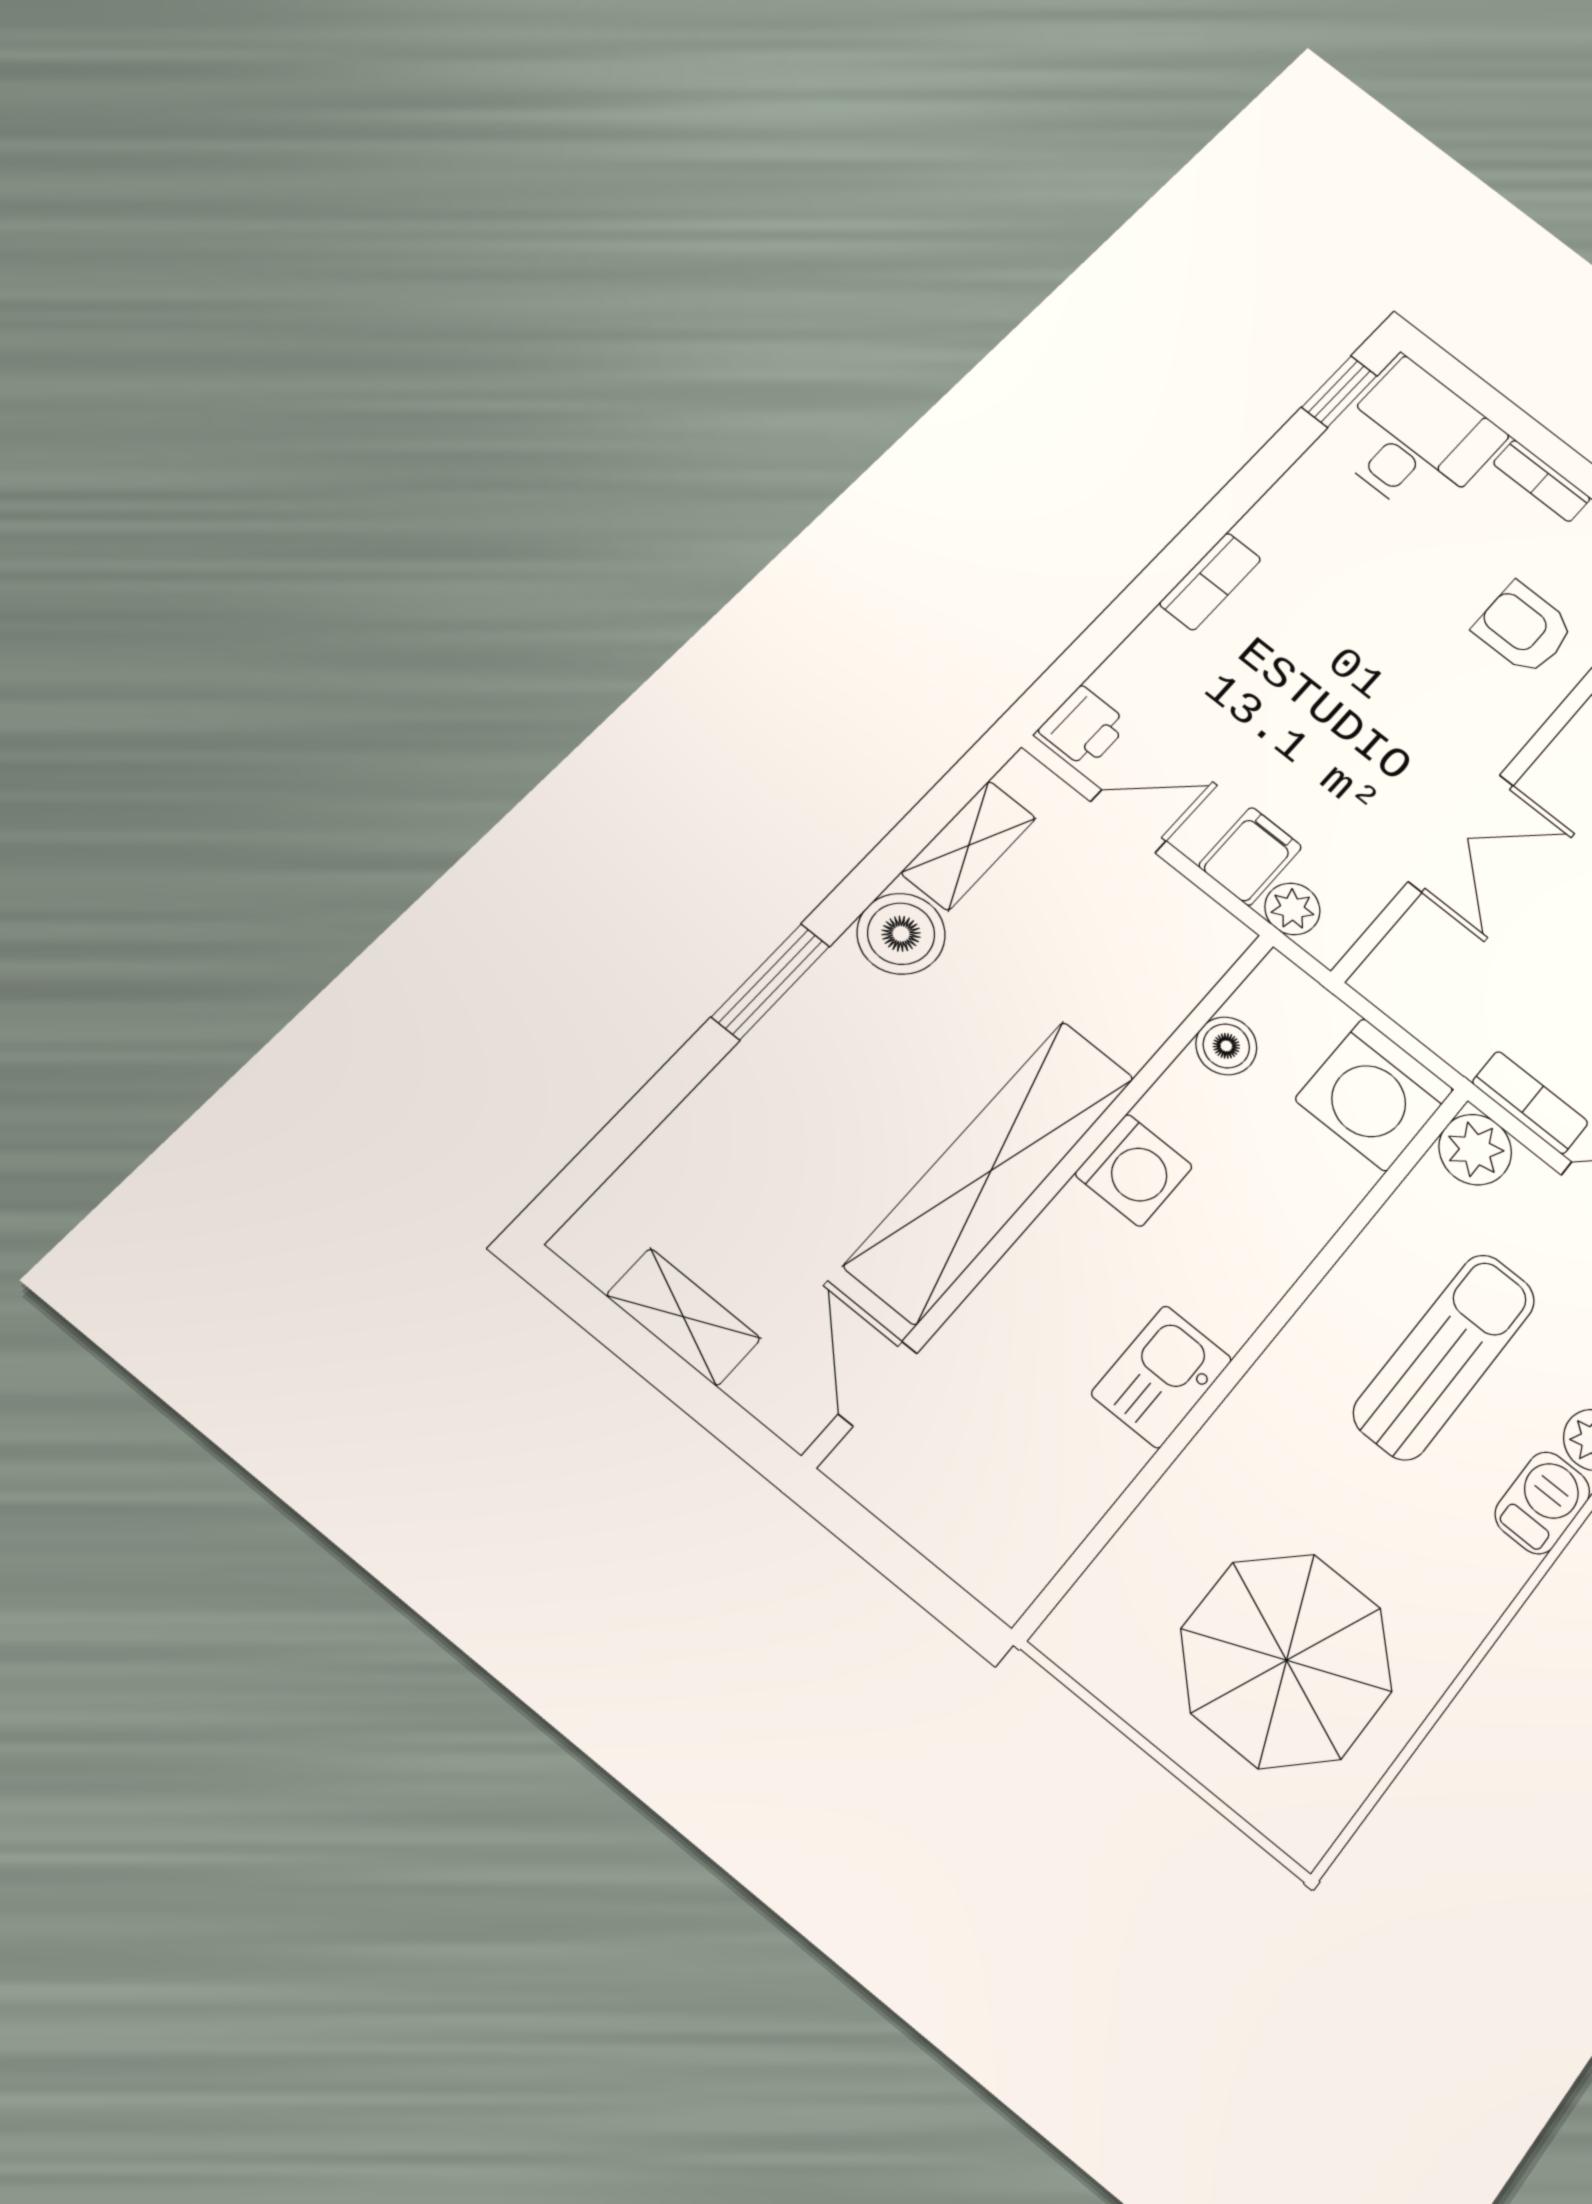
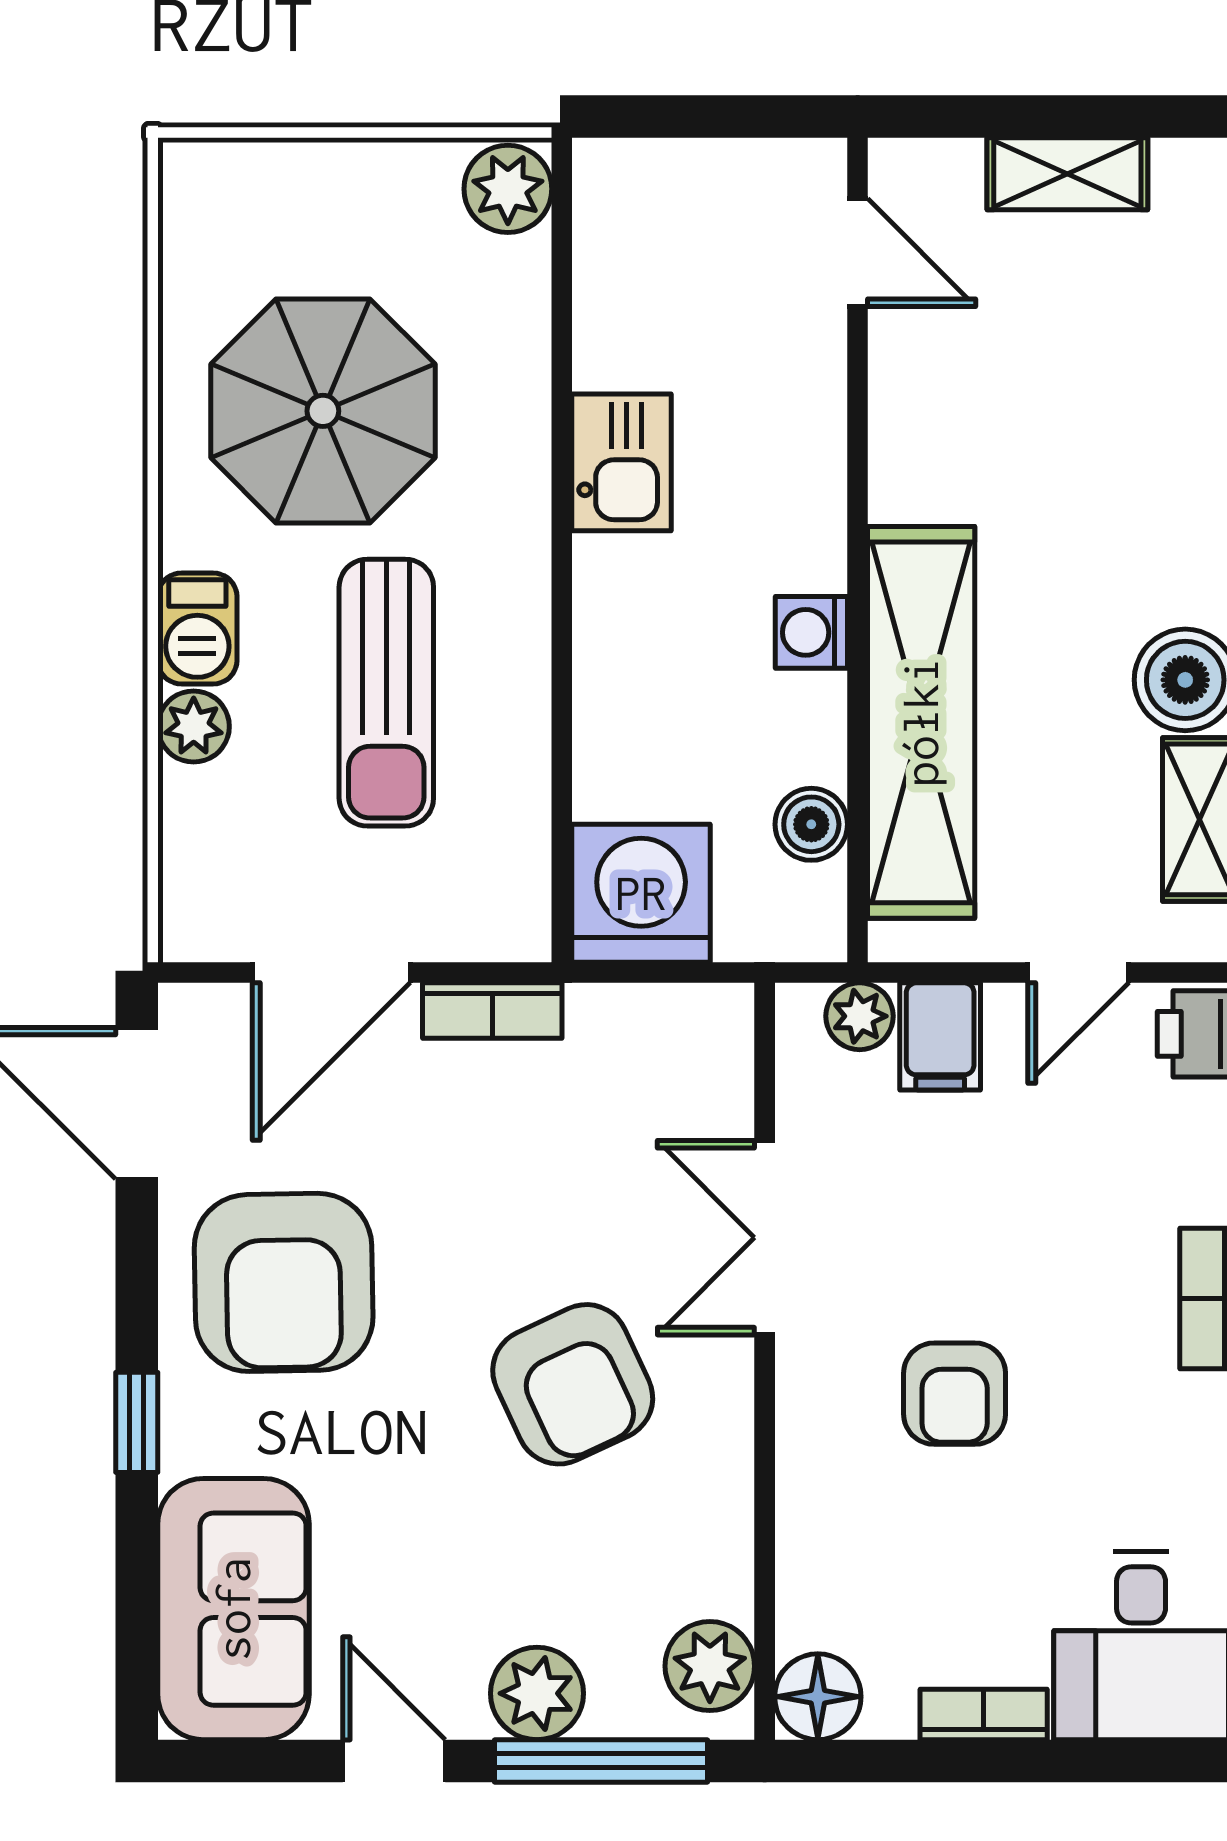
armchair: (1524, 628) -> (955, 1394), moved, turned 90
plant: (1475, 1150) -> (508, 189), moved
washing machine: (1134, 1170) -> (811, 632), width x0.73, depth x0.73
shelving: (991, 1171) -> (921, 722), moved
parasol: (1287, 1660) -> (323, 411), moved

